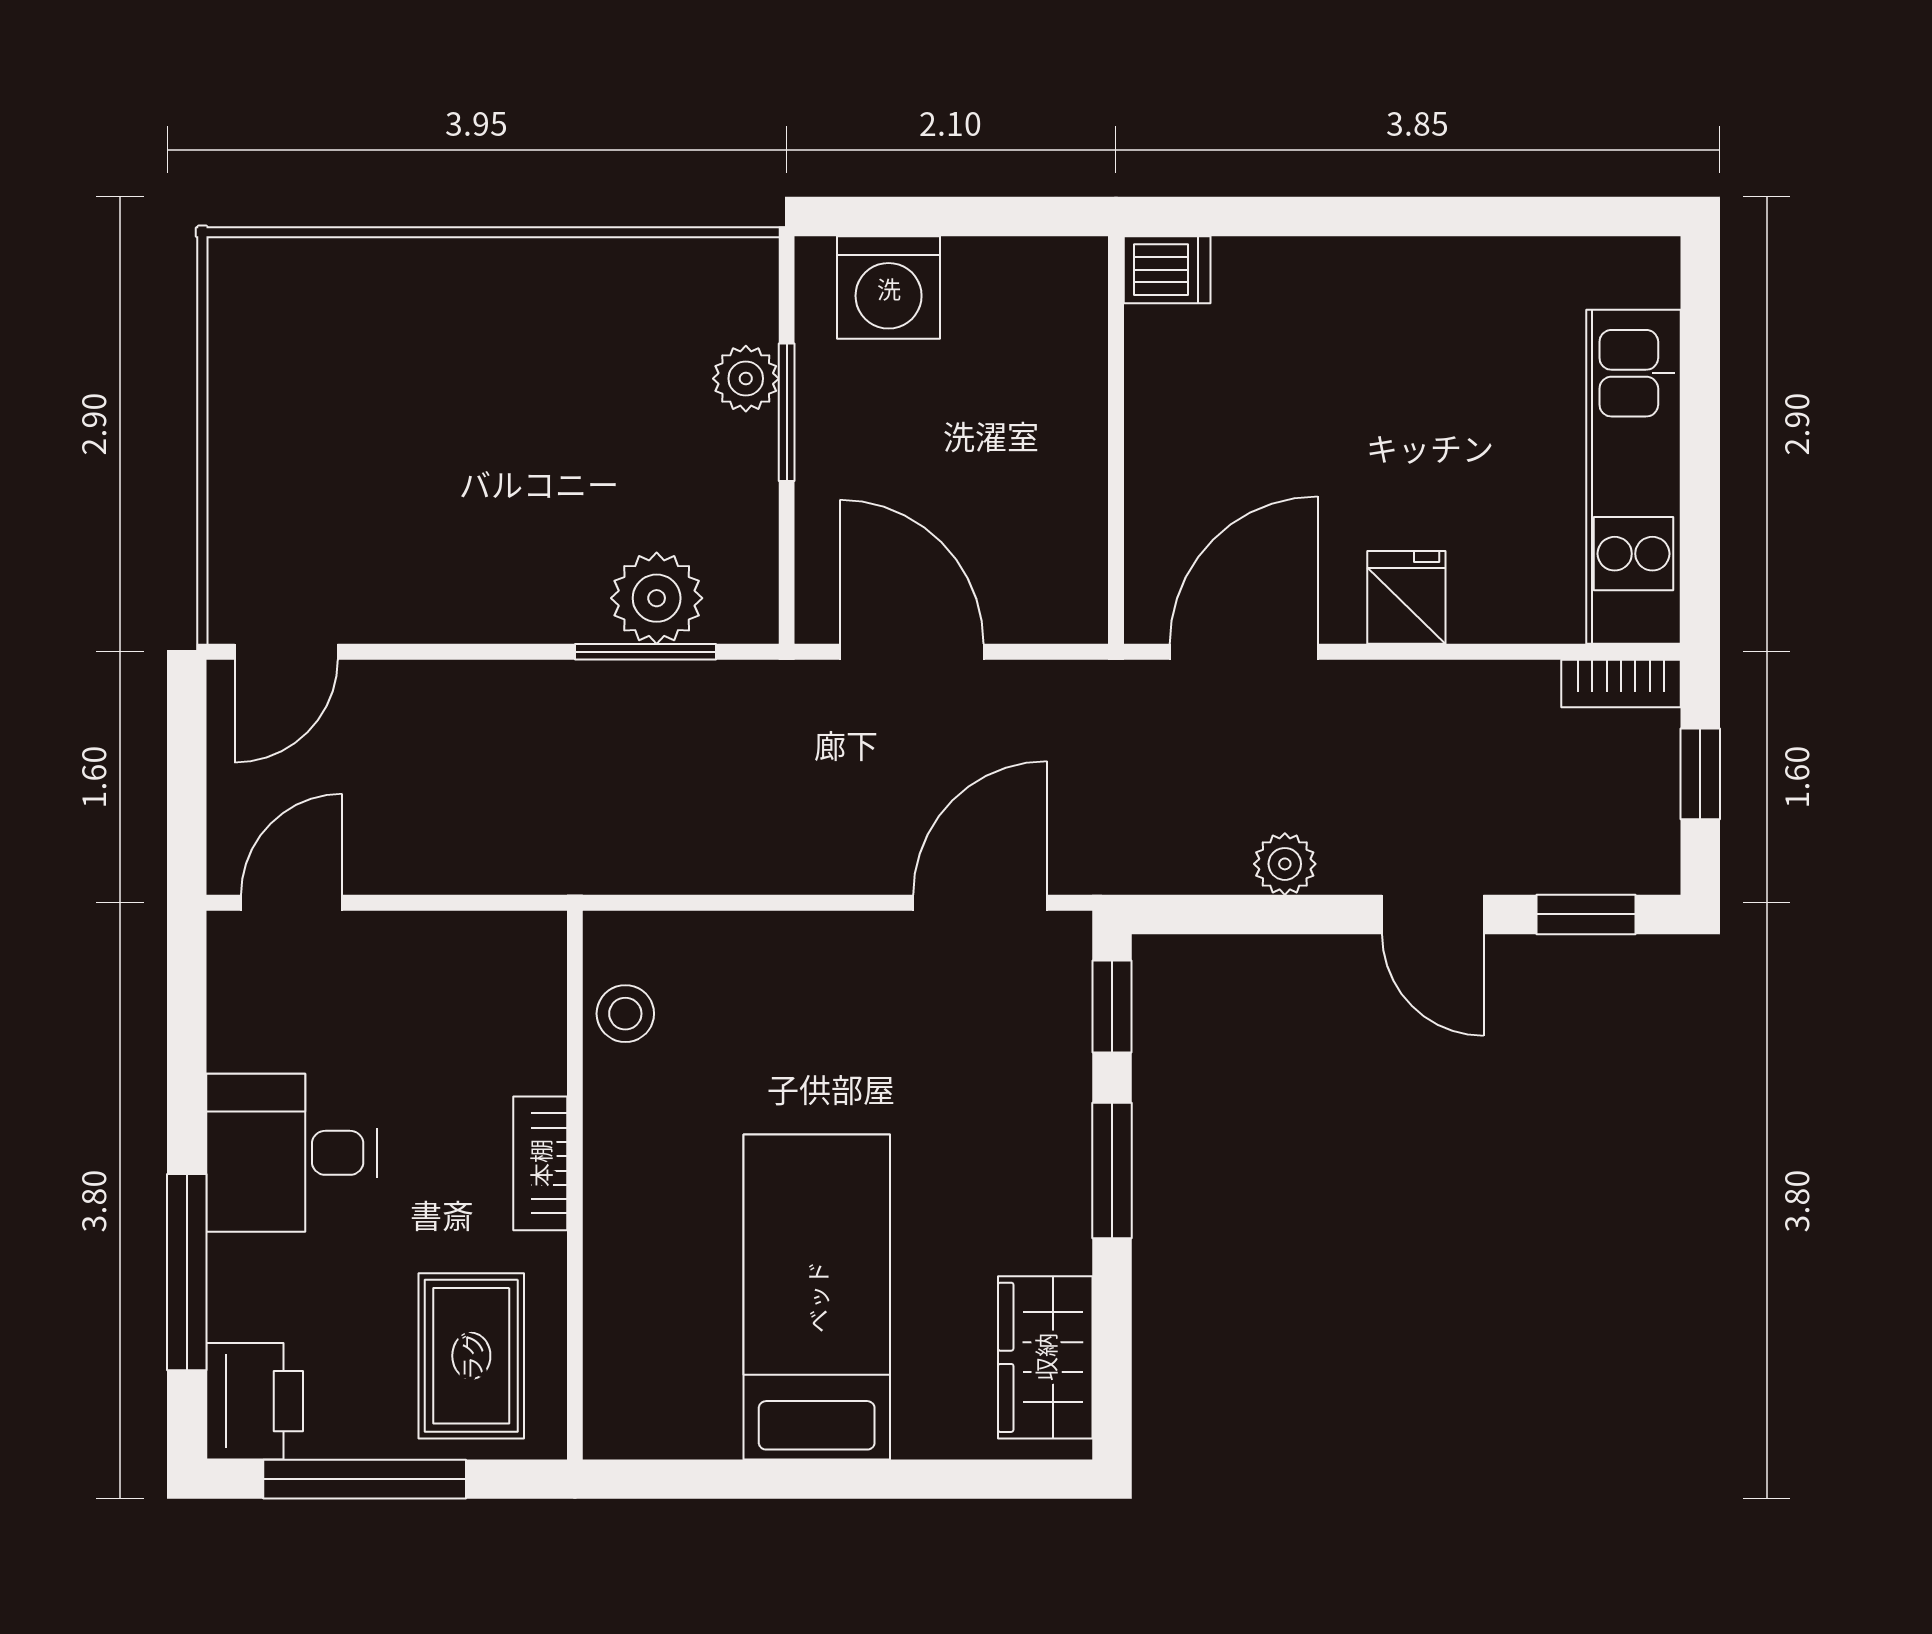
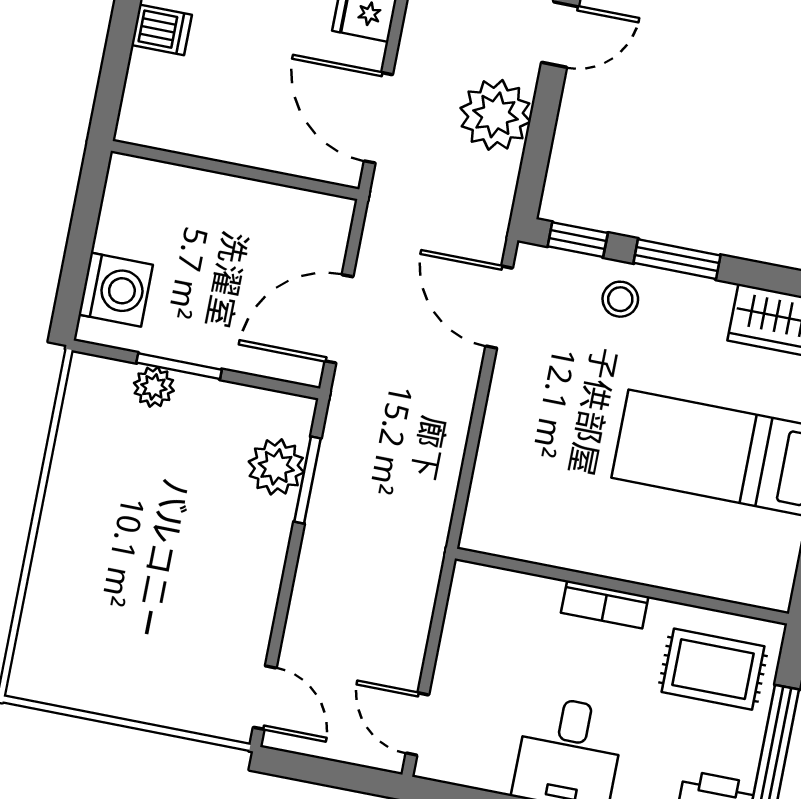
dishwasher: (1167, 270) -> (162, 30), moved, turned 90
plant: (1285, 864) -> (495, 115), width x1.88, depth x1.88
stool: (625, 1014) -> (620, 299), moved

